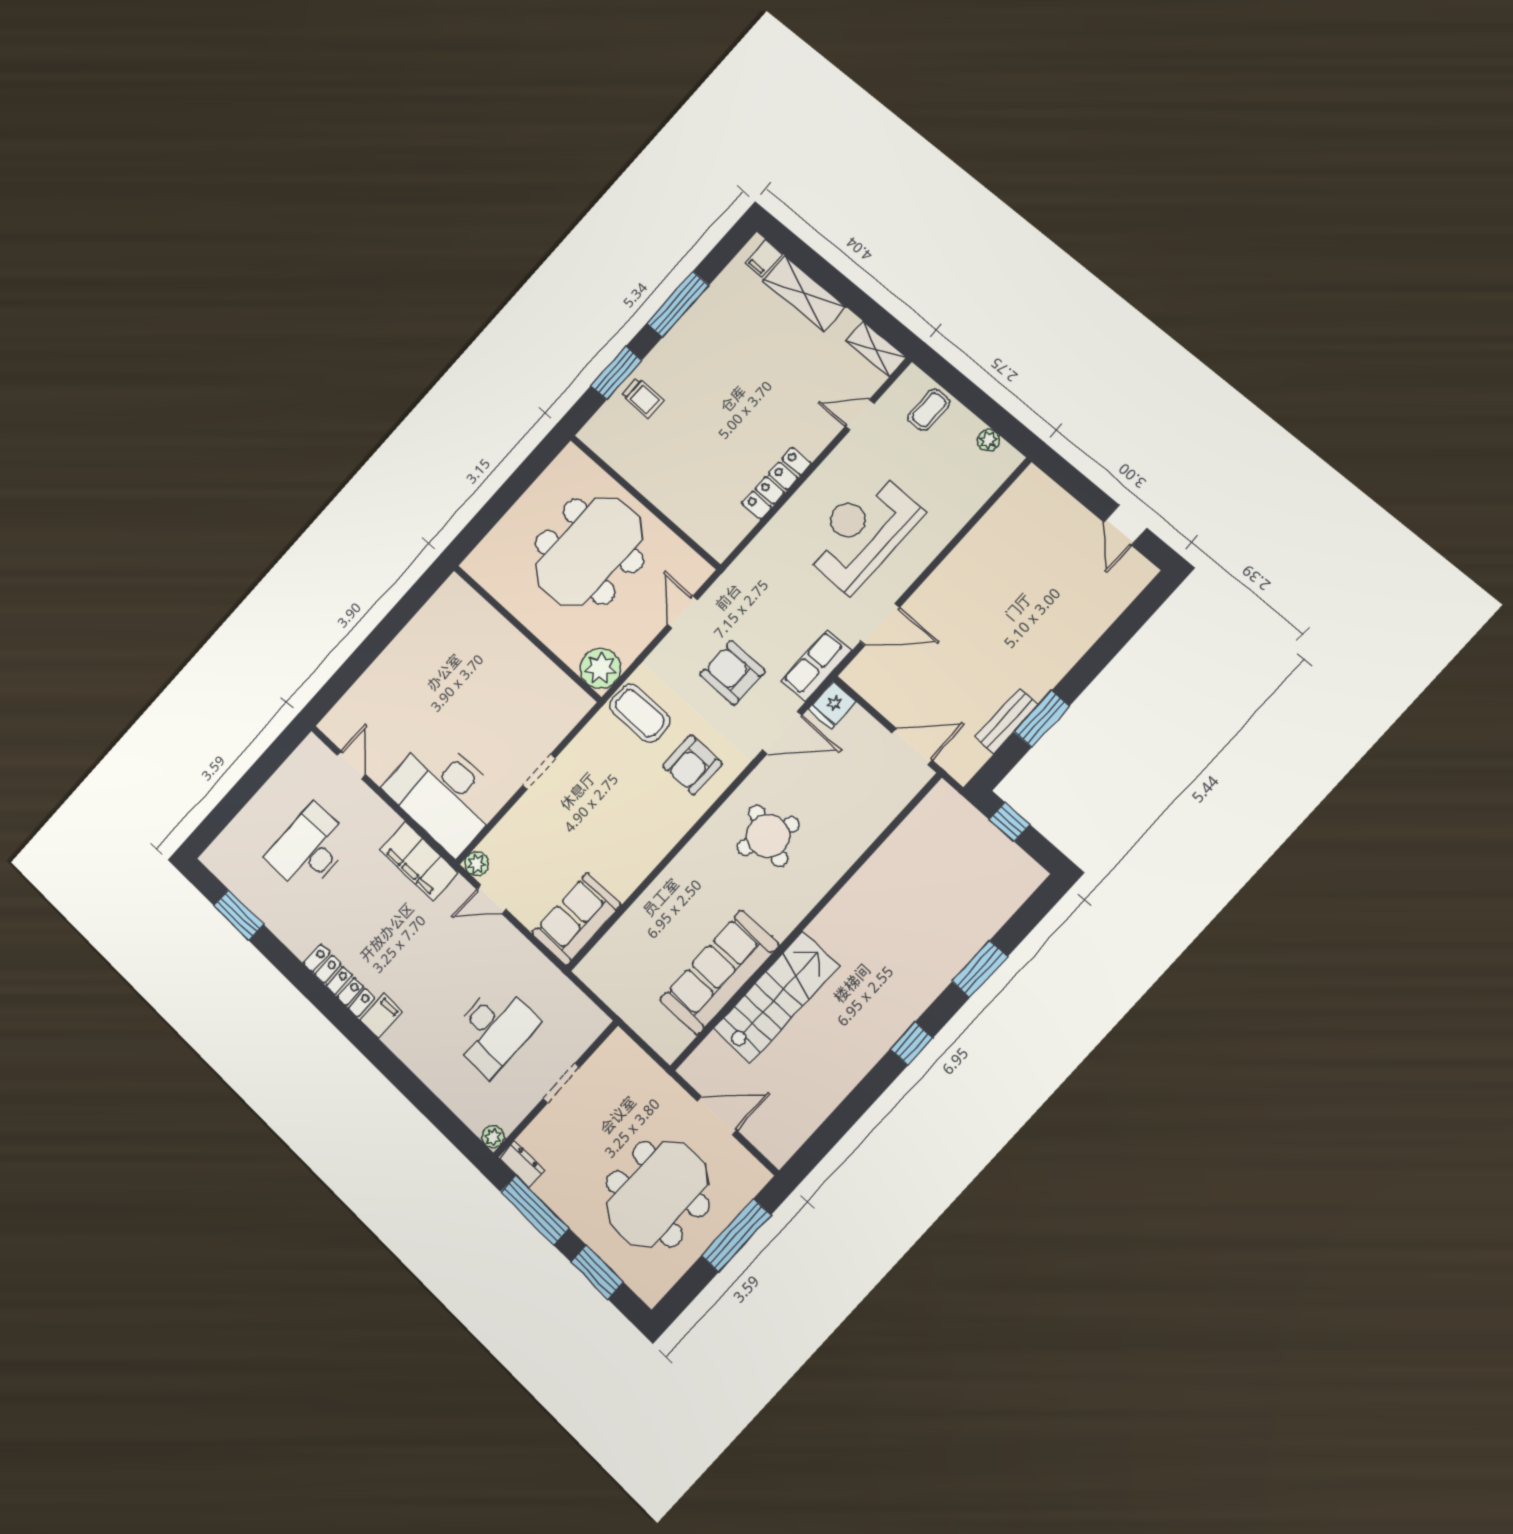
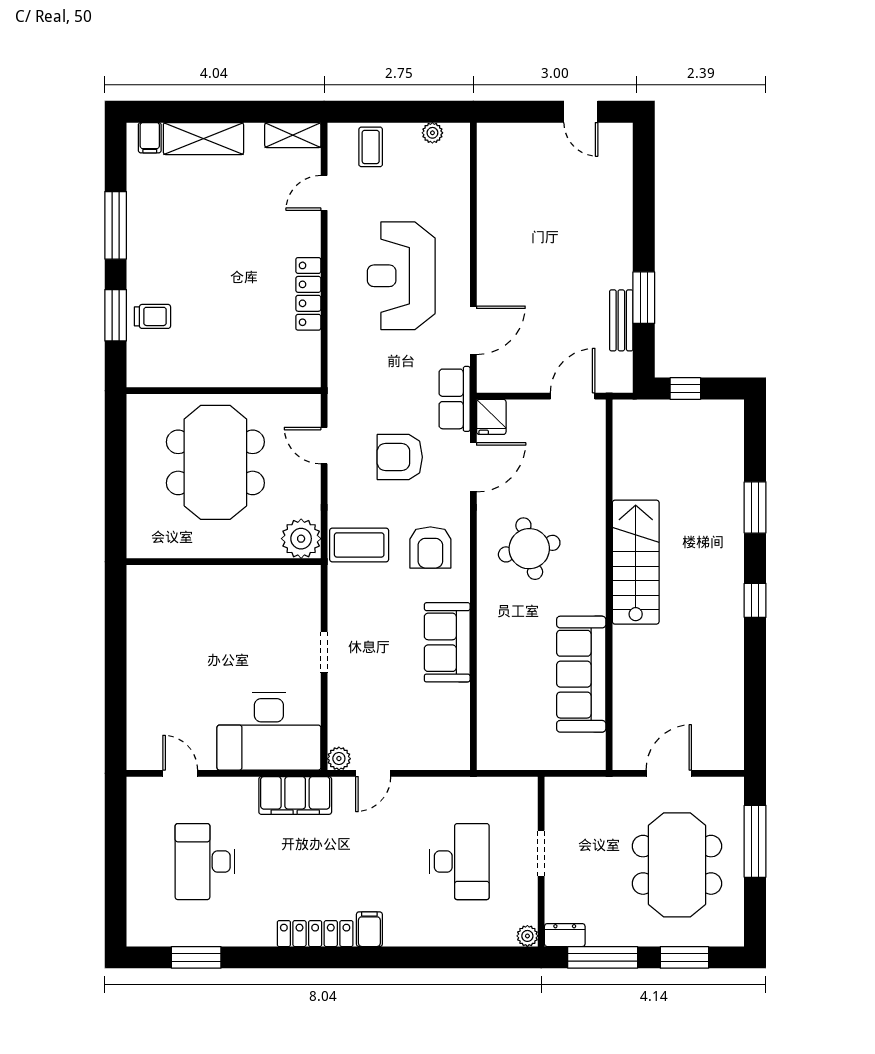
round table: (768, 836) -> (529, 549), turned -35
sofa: (577, 919) -> (447, 642), moved
stairs: (776, 997) -> (636, 562), moved

